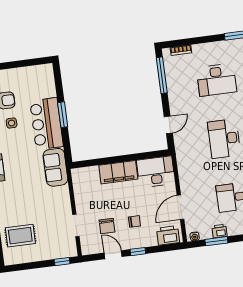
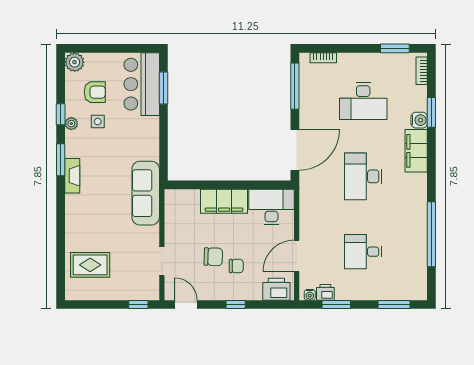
window: (63, 115) -> (163, 88), moved
bar counter: (47, 124) -> (142, 84), moved
door: (168, 125) -> (295, 150), width x1.88
sofa: (55, 167) -> (146, 193), width x1.36
chair: (107, 226) -> (213, 257), moved, turned -88
printer: (220, 231) -> (325, 292), moved
door: (113, 255) -> (186, 304), moved

